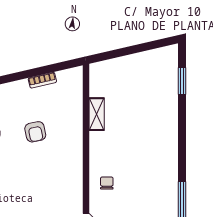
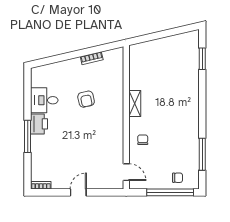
shelving: (97, 114) -> (135, 103), moved

